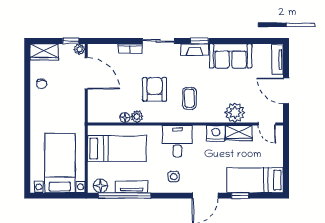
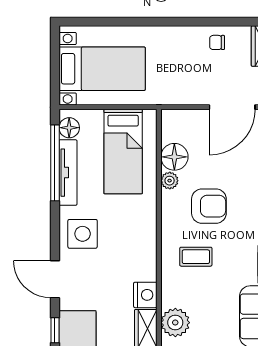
floor lamp: (125, 118) -> (174, 157), width x1.89, depth x1.89
desk: (177, 141) -> (134, 239), removed
side table: (174, 177) -> (83, 234), width x1.87, depth x1.87
tv unit: (131, 187) -> (68, 173), width x1.41

